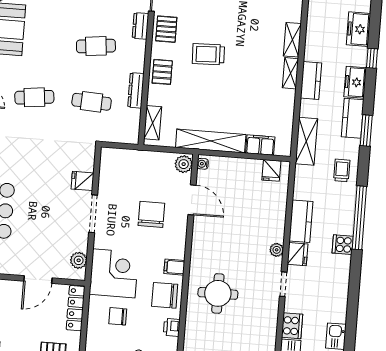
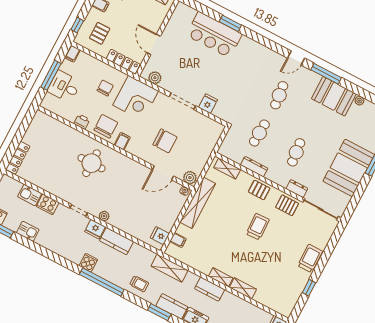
filing cabinet: (260, 145) -> (178, 240), width x0.50

